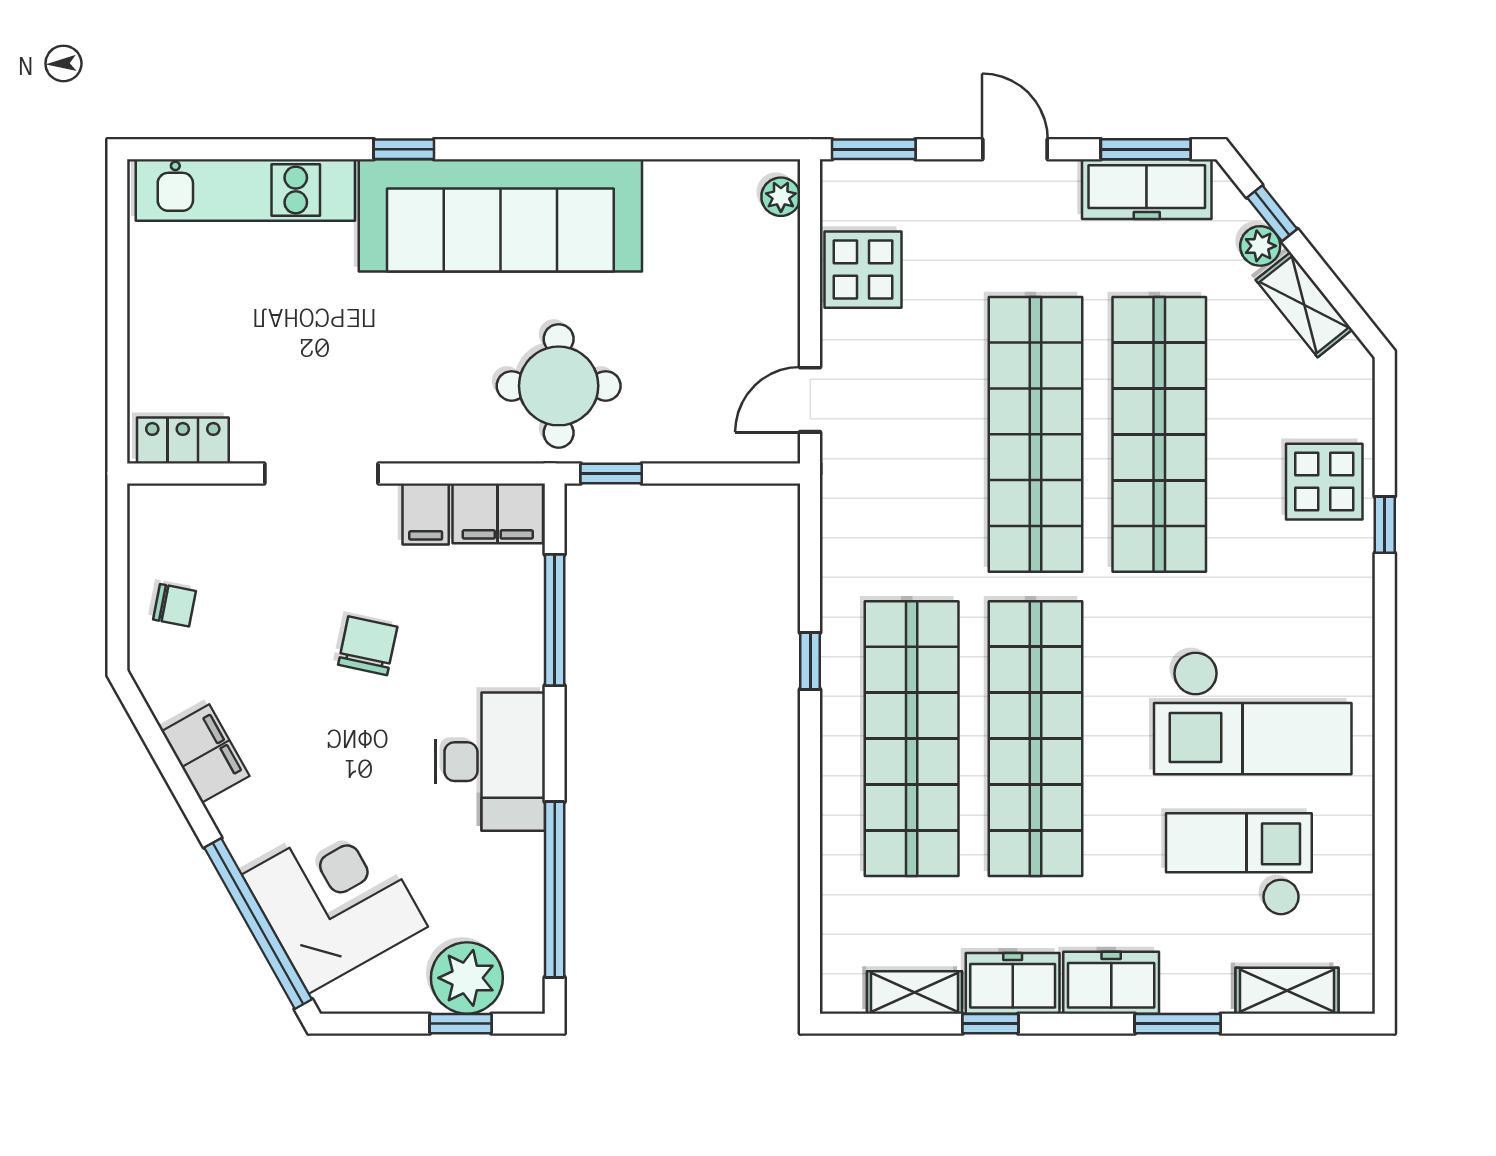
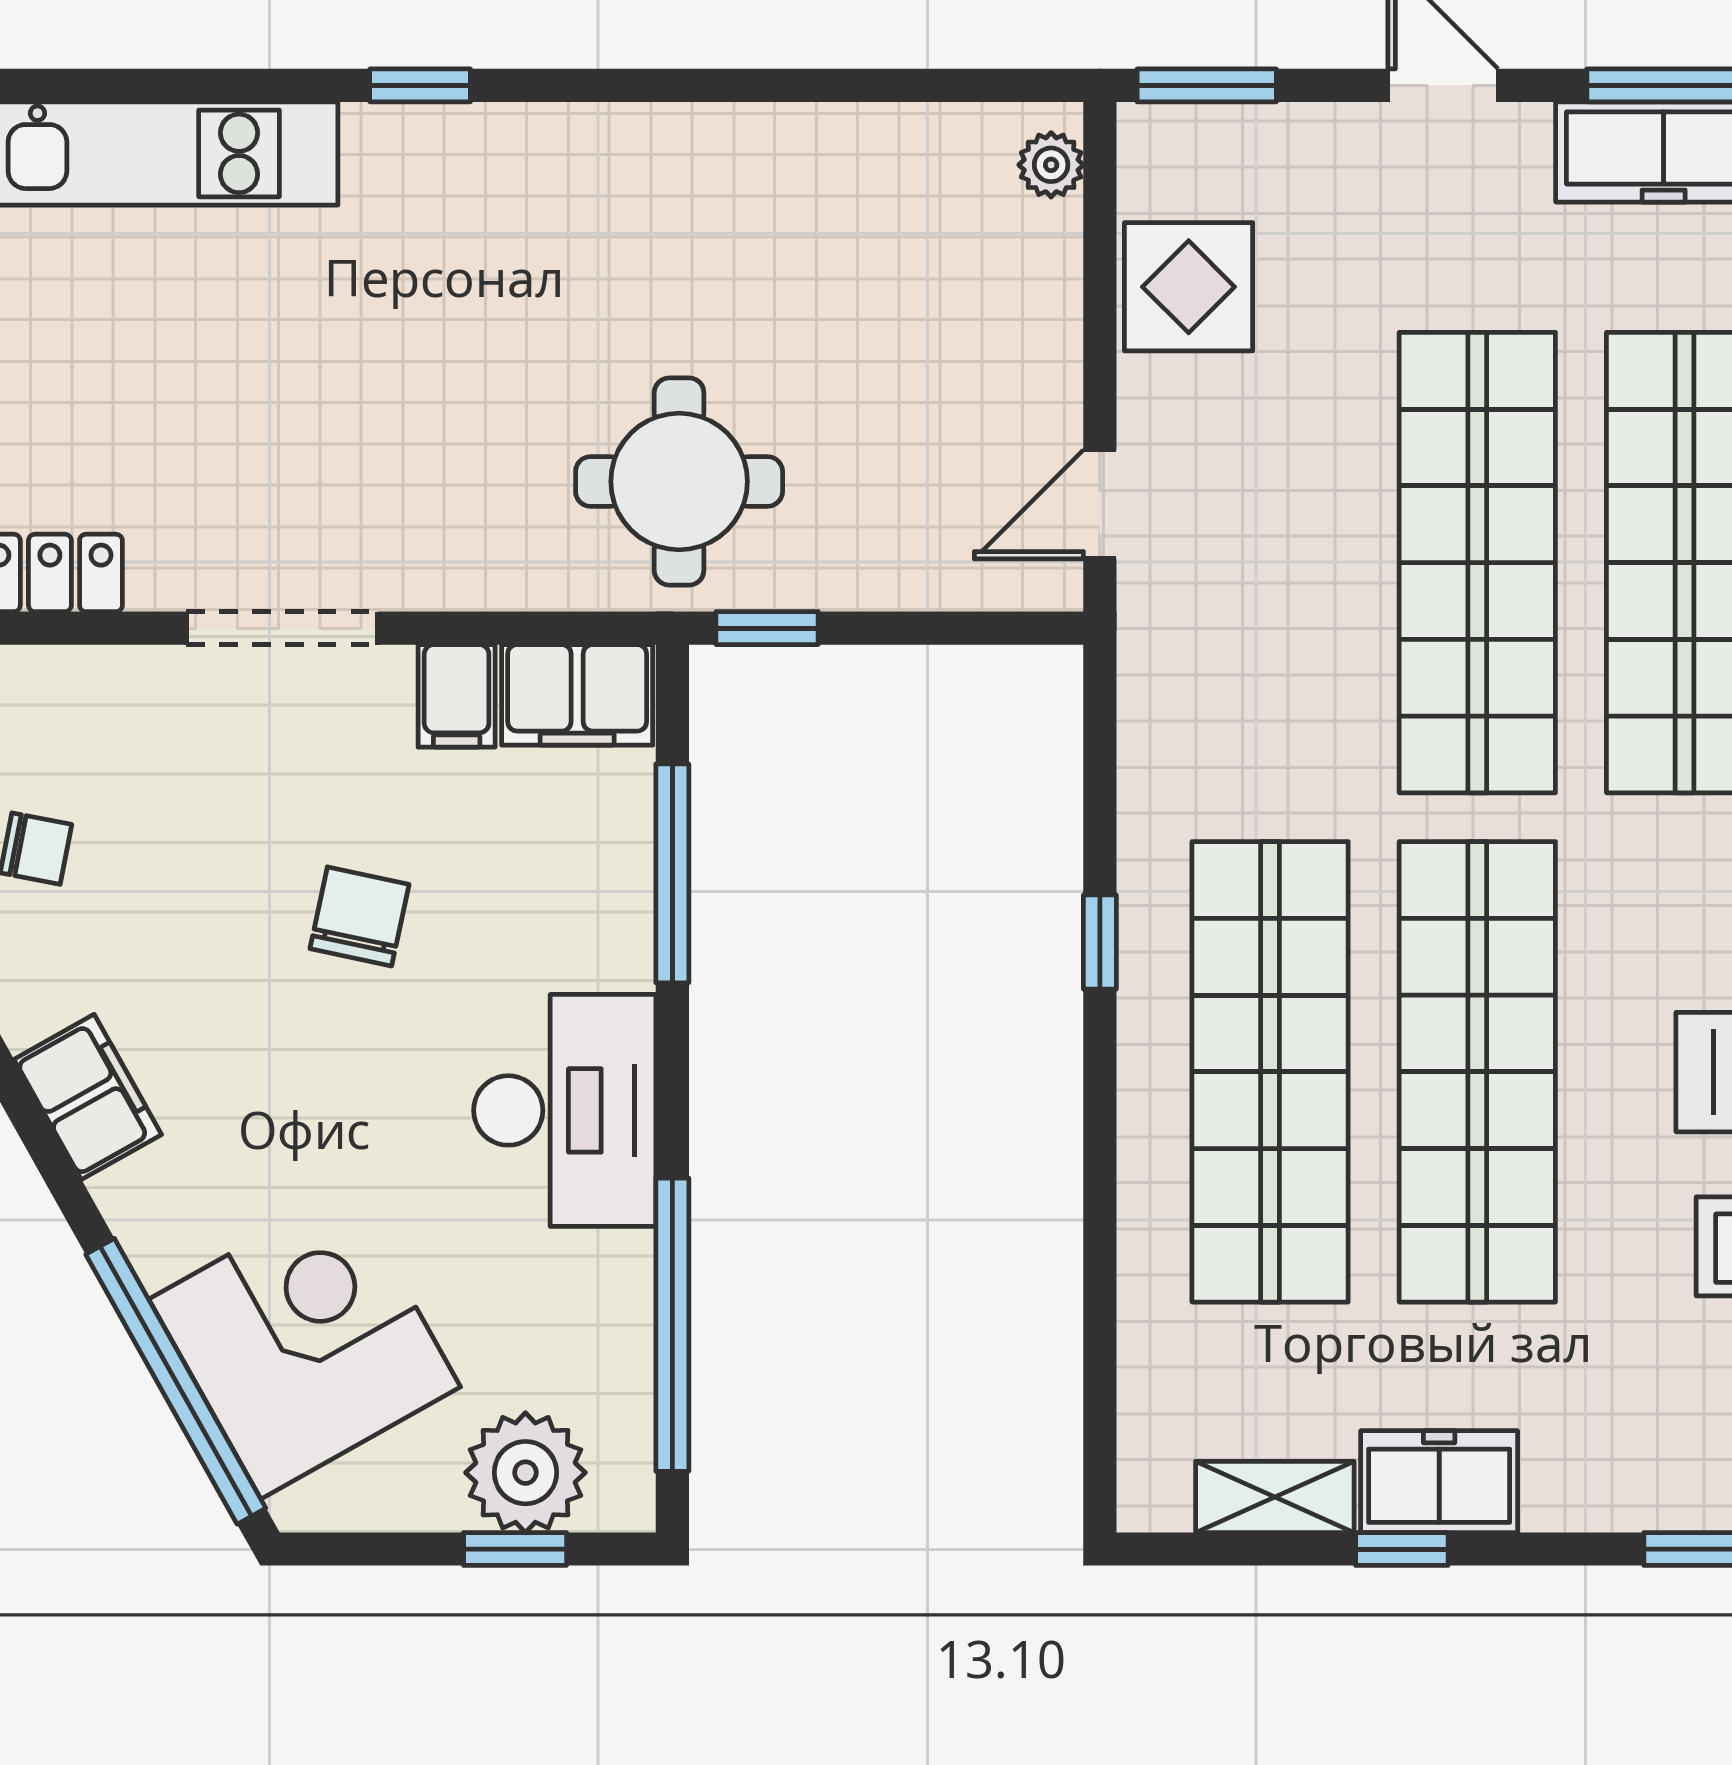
sofa: (500, 215) -> (581, 196), removed
freezer: (1111, 983) -> (1604, 1481), removed

